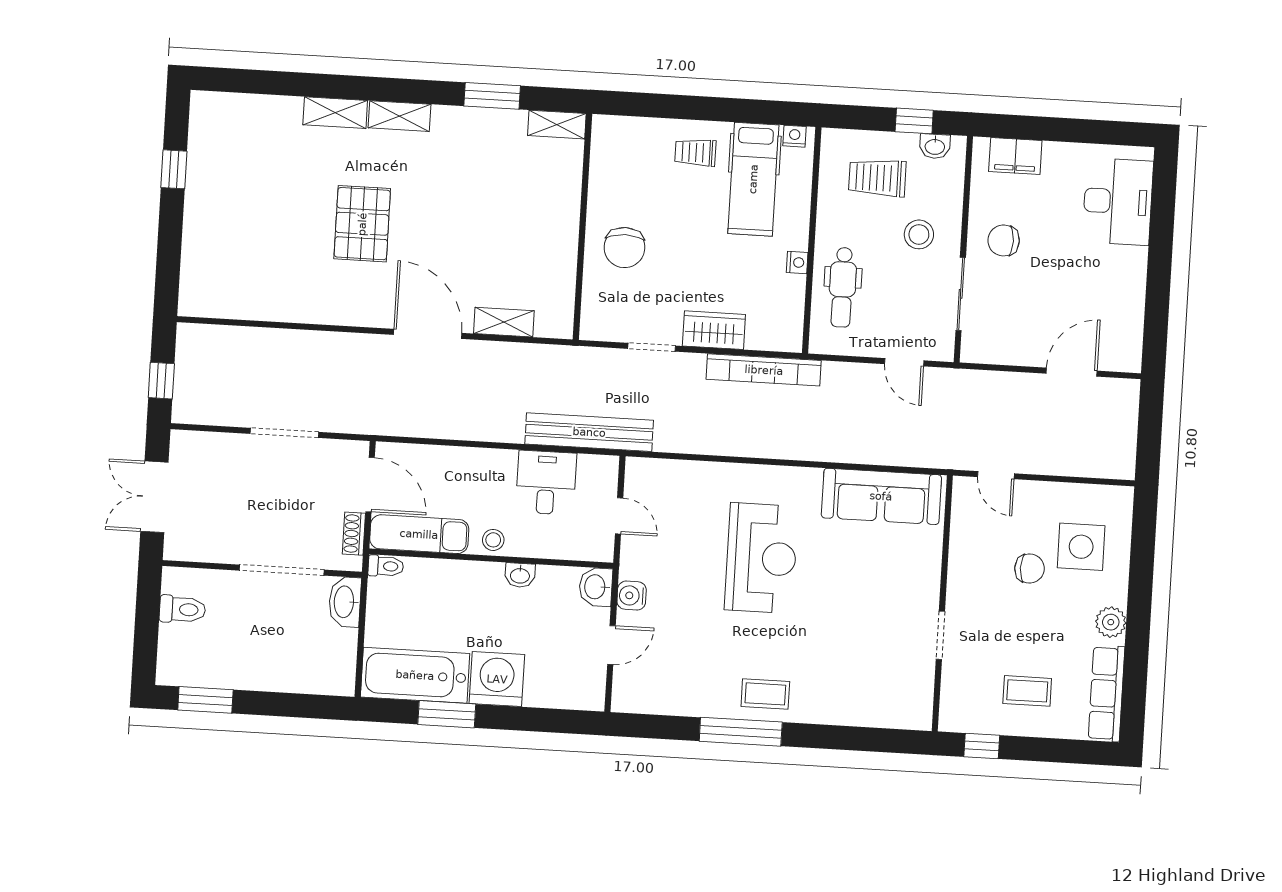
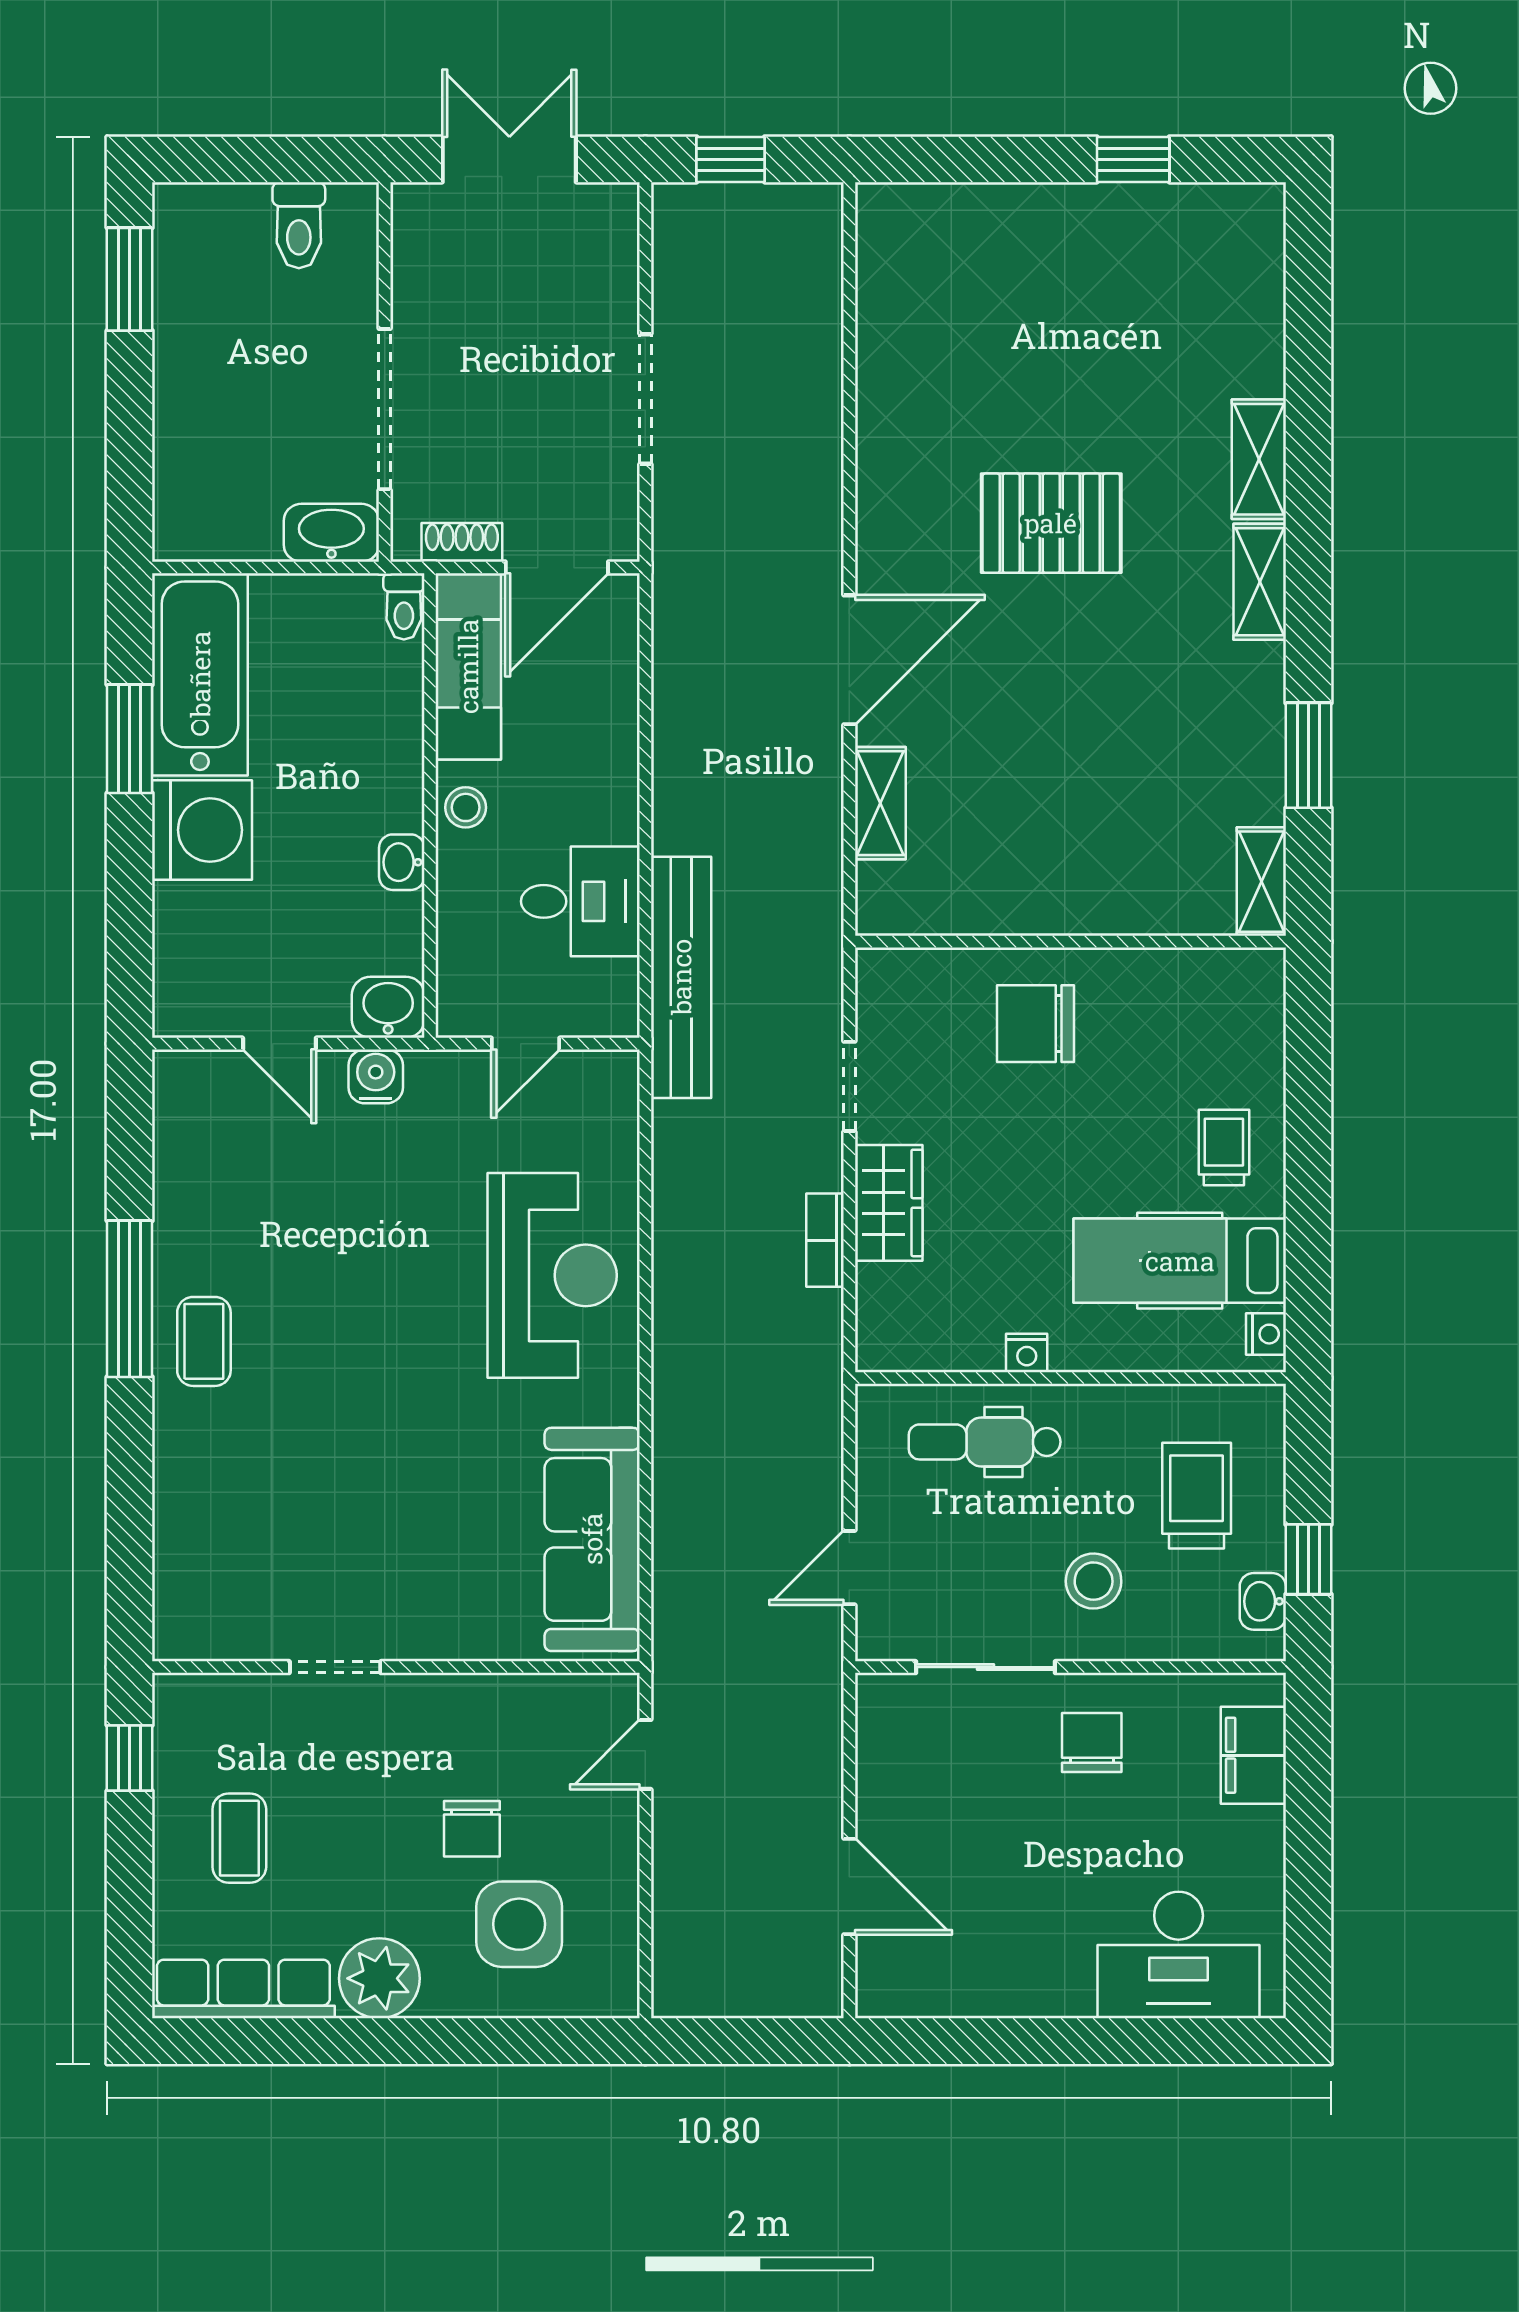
bookcase: (764, 370) -> (825, 1240), width x0.43, depth x0.76
reception desk: (761, 558) -> (552, 1275), moved, turned -90
plant: (1111, 622) -> (379, 1978), width x1.36, depth x1.36

